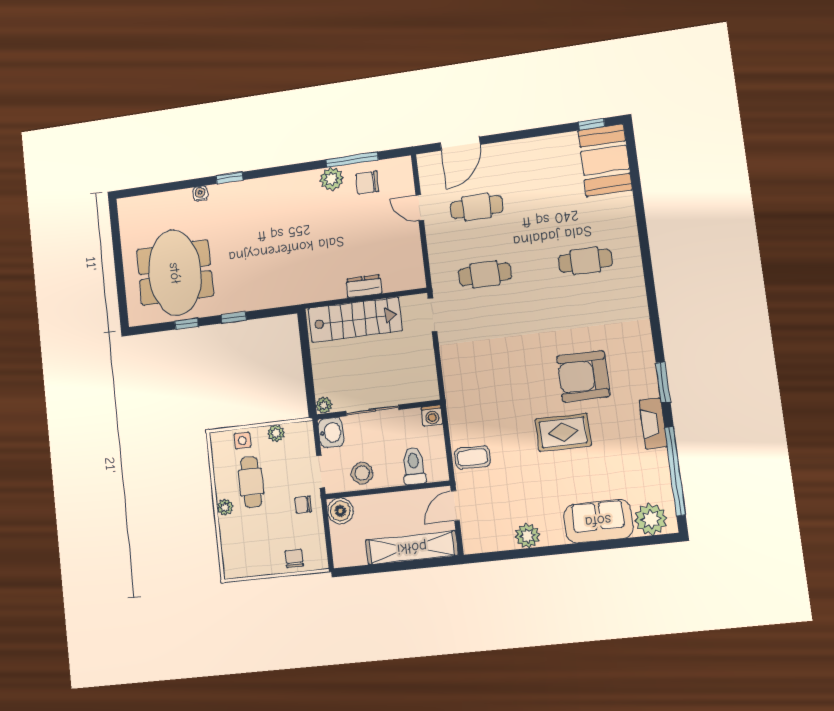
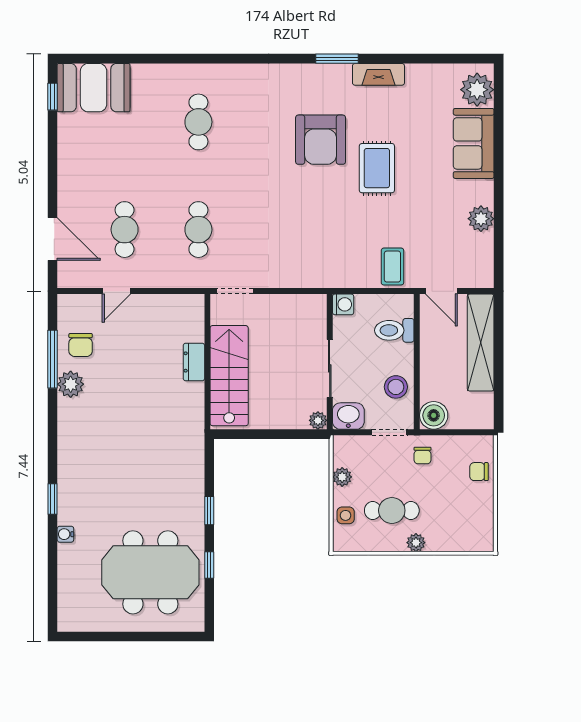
window: (675, 471) -> (430, 59), removed

